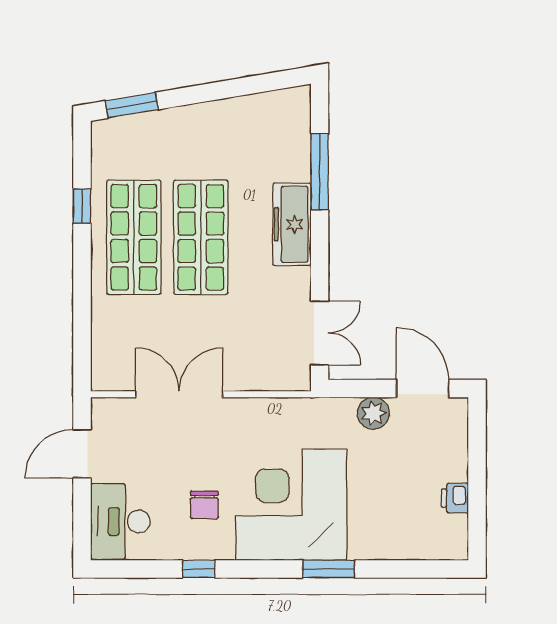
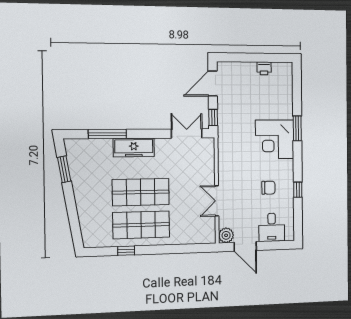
window: (132, 105) -> (64, 169), moved
window: (352, 389) -> (213, 118), added
double door: (179, 394) -> (217, 201), width x0.73
plant: (373, 413) -> (226, 235), moved
corner desk: (291, 505) -> (275, 139), width x0.74, depth x0.74
desk: (120, 521) -> (272, 227), width x0.73

